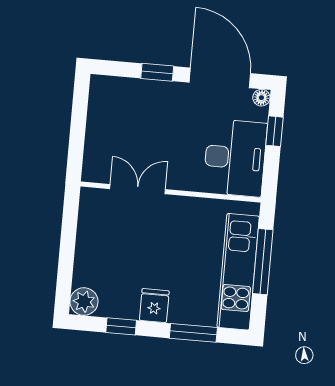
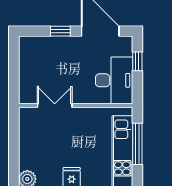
floor lamp: (261, 98) -> (127, 41), removed

